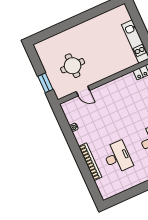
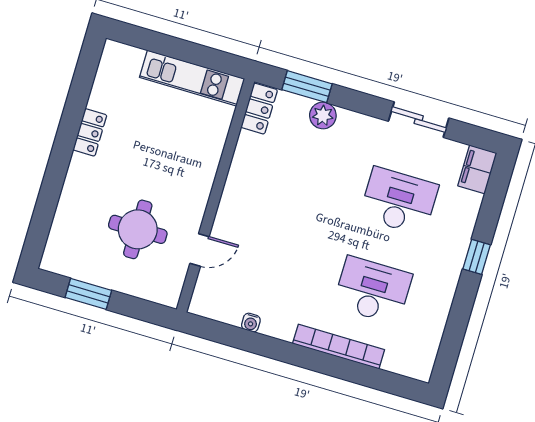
locker: (90, 24) -> (90, 132), added
window: (45, 83) -> (88, 294), moved

